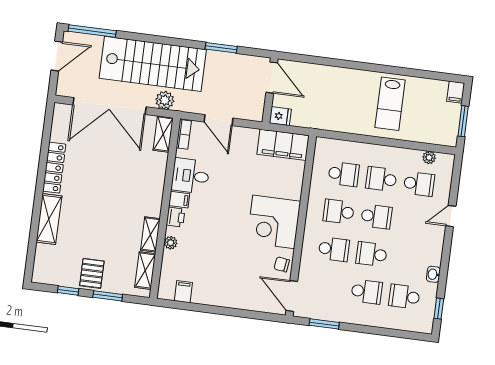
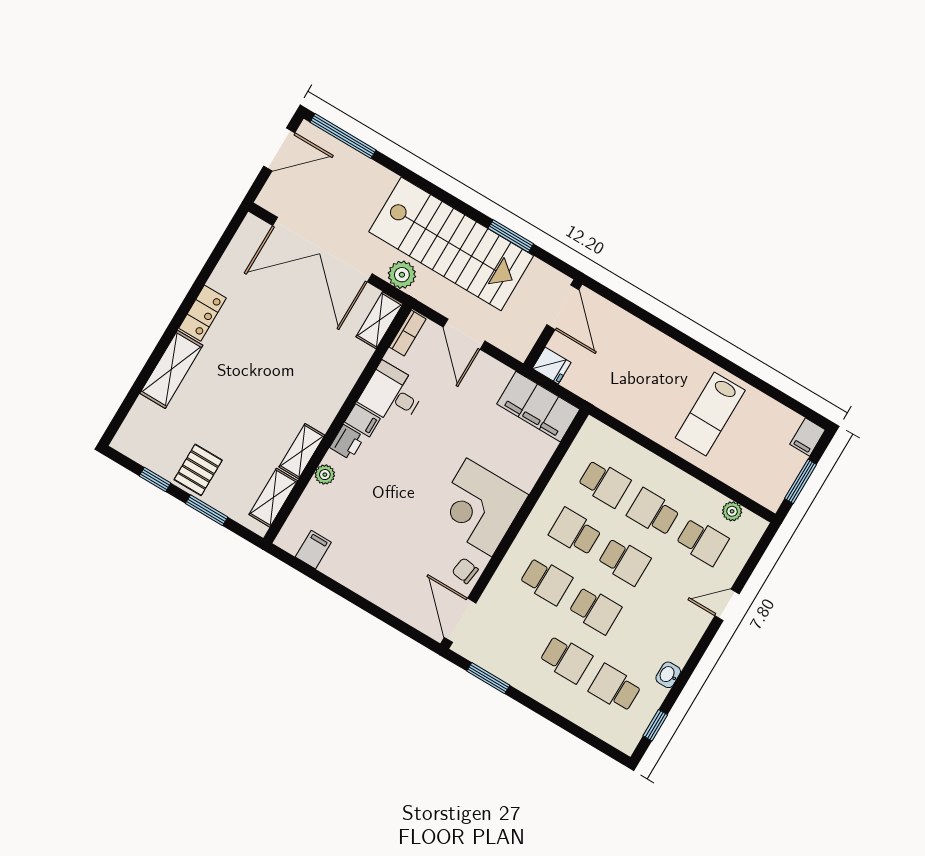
stairs: (153, 64) -> (451, 244), moved
locker: (54, 168) -> (203, 313), width x0.66
school desk: (372, 254) -> (595, 610), turned 180

